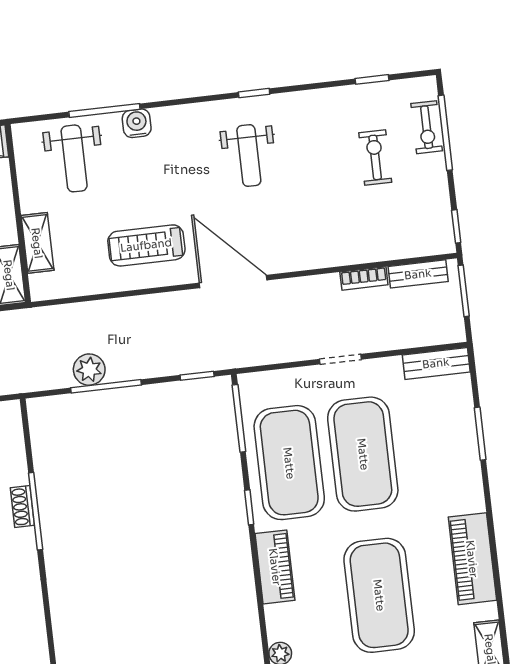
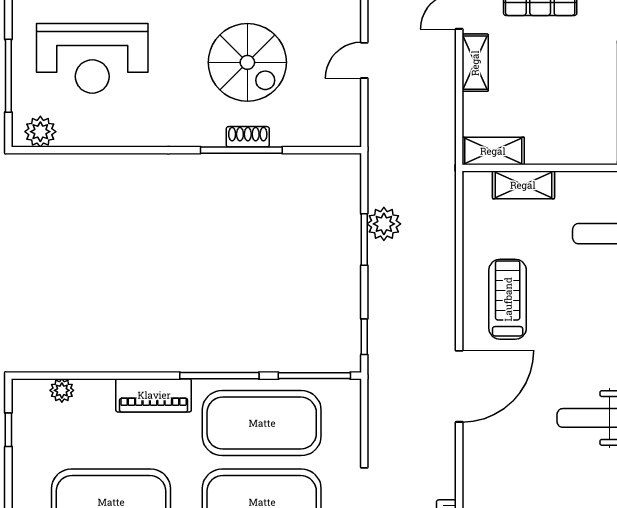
window: (106, 386) -> (364, 240), width x0.69
window: (249, 507) -> (219, 376), width x2.17

